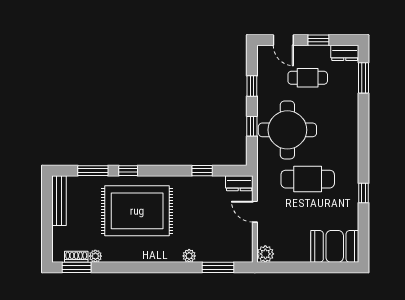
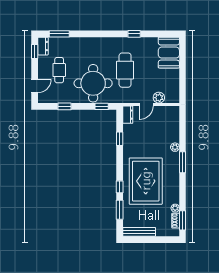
window: (318, 40) -> (35, 52), moved
window: (252, 126) -> (102, 106), moved
plant: (265, 254) -> (159, 98), moved
window: (218, 267) -> (182, 162), moved

